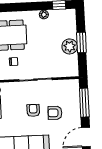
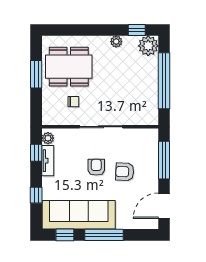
window: (81, 43) -> (164, 81), width x2.11
plant: (70, 46) -> (148, 46), moved

